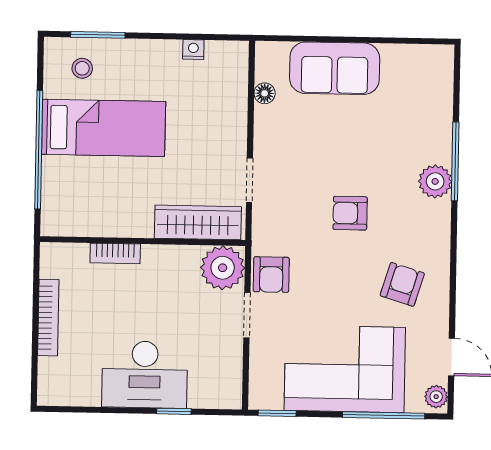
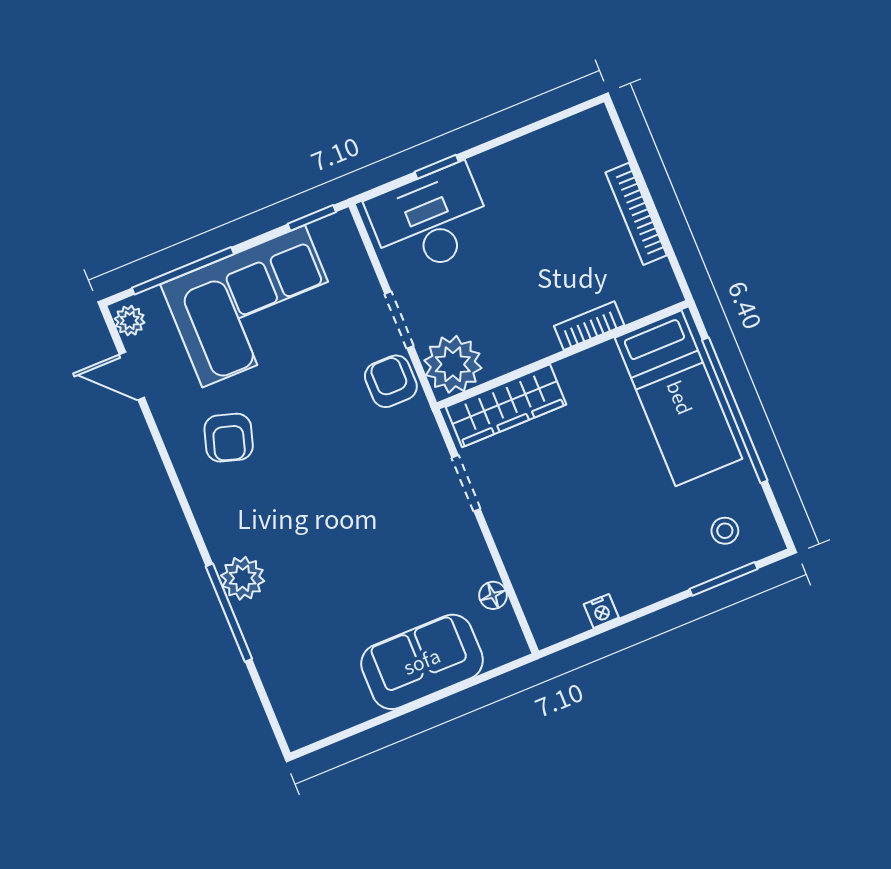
bed: (104, 128) -> (679, 398), moved, turned -90
armchair: (350, 213) -> (328, 496), removed
desk: (145, 375) -> (430, 221), moved

